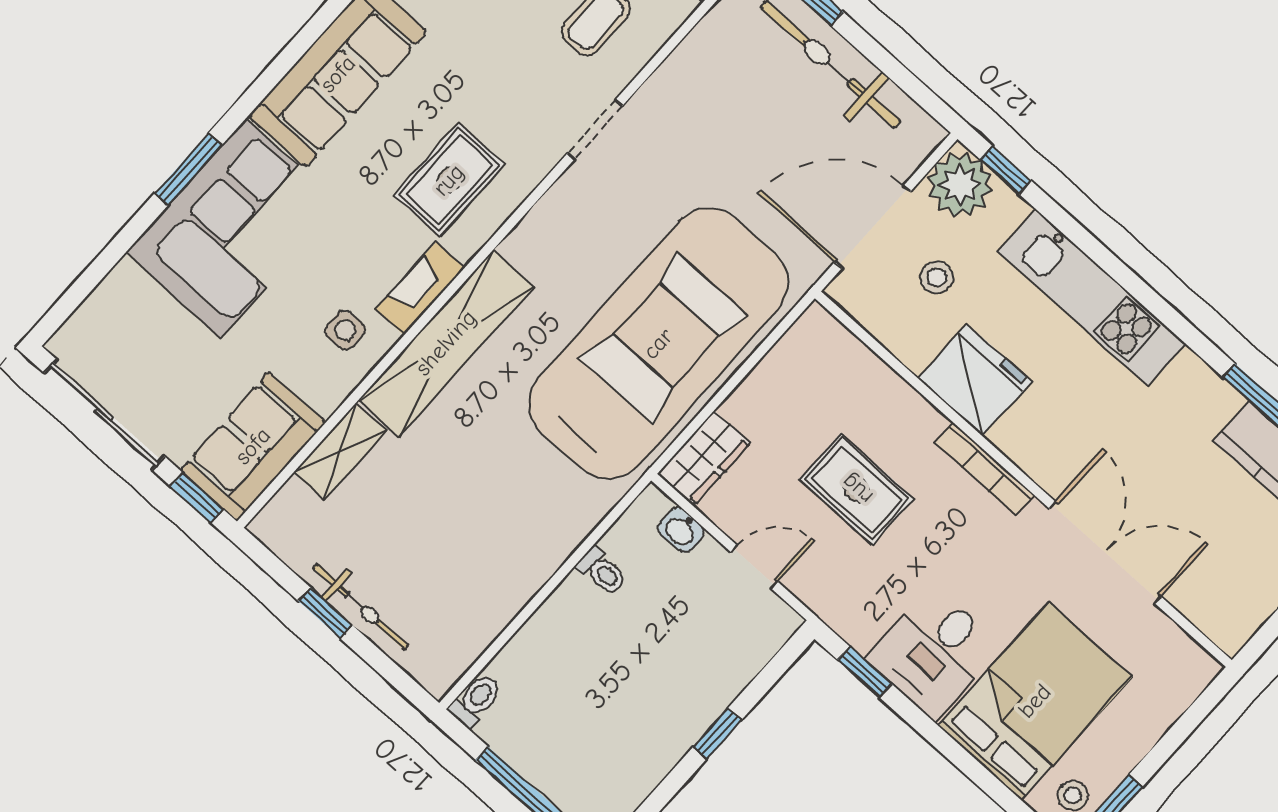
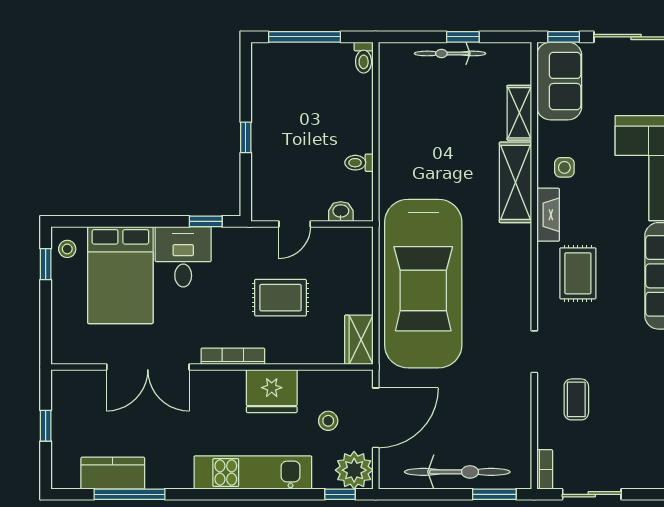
shelving: (446, 343) -> (515, 182), width x0.68
wardrobe: (704, 458) -> (359, 340), moved

